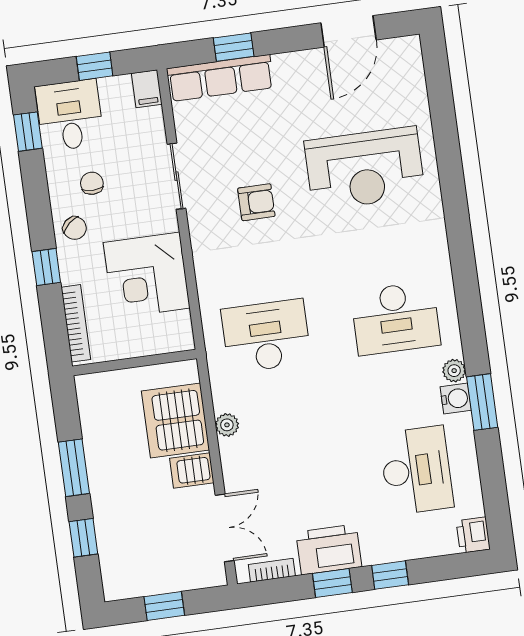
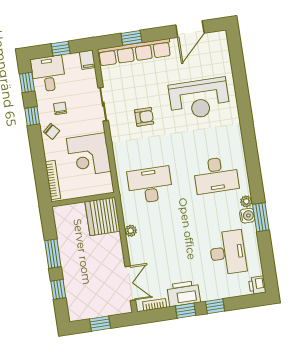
row of seats: (220, 78) -> (134, 52), width x1.36
window: (46, 267) -> (32, 116), moved
server rack: (175, 421) -> (103, 216), moved
server rack: (192, 470) -> (113, 254), removed

